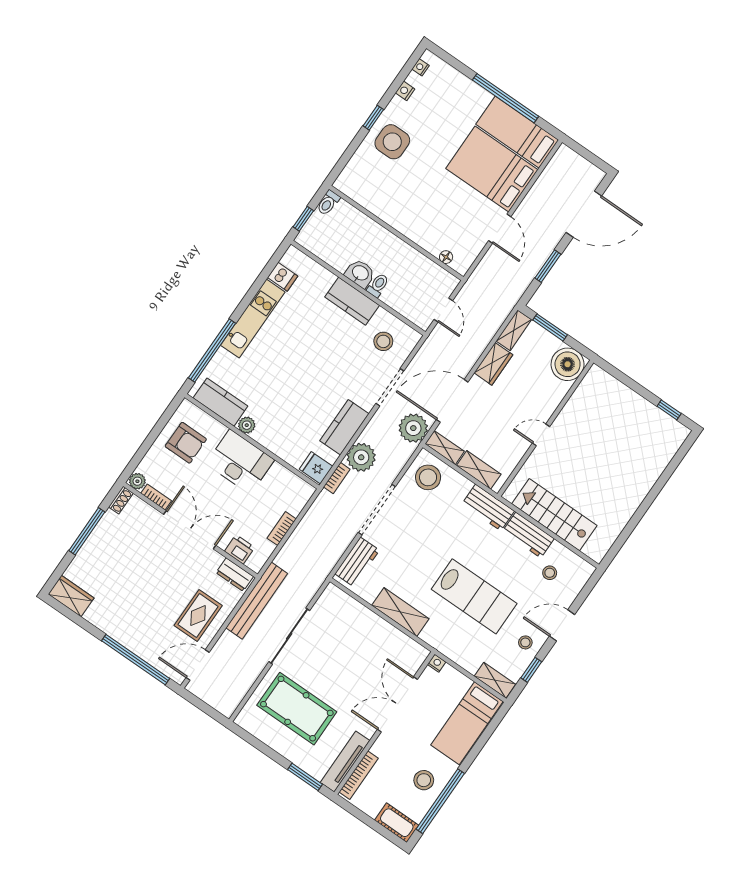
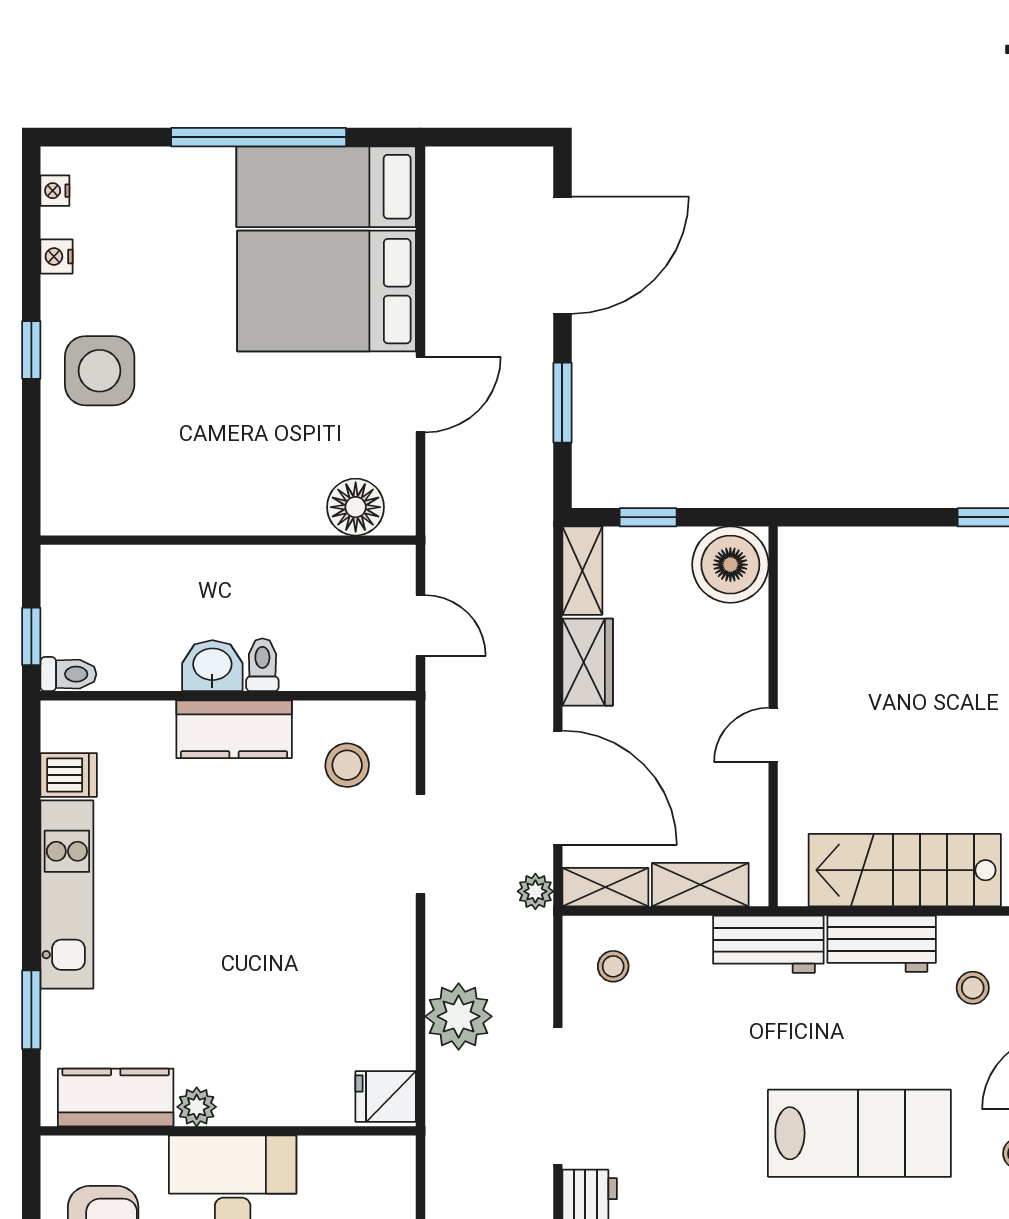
toilet: (328, 203) -> (68, 674), moved, turned -90
door: (500, 229) -> (421, 395), hinge flipped
floor lamp: (446, 257) -> (356, 507), width x1.89, depth x1.89
window: (550, 327) -> (648, 517), width x0.67
window: (212, 351) -> (31, 1010), width x0.47
door: (452, 401) -> (558, 788), swing flipped
kitchen counter: (344, 427) -> (387, 981), removed
plant: (413, 428) -> (535, 891), width x0.53, depth x0.53
stool: (428, 477) -> (613, 966), width x0.53, depth x0.53
bookcase: (337, 478) -> (439, 1089), removed

